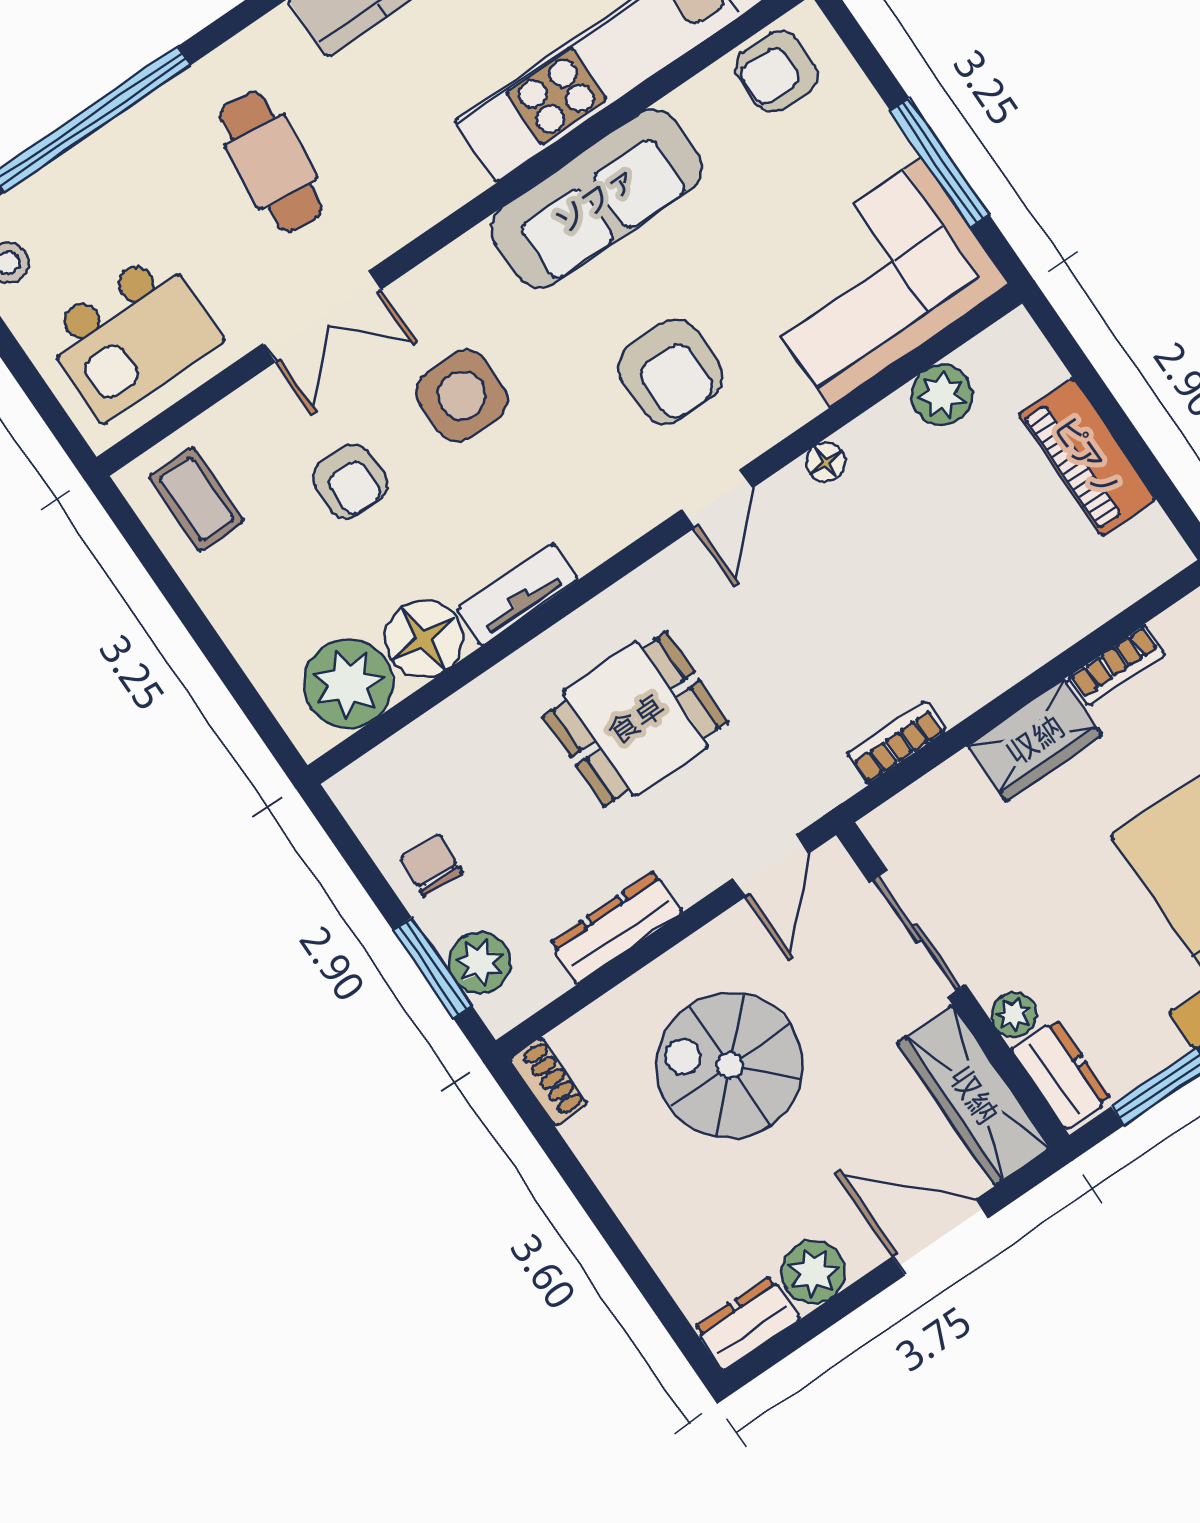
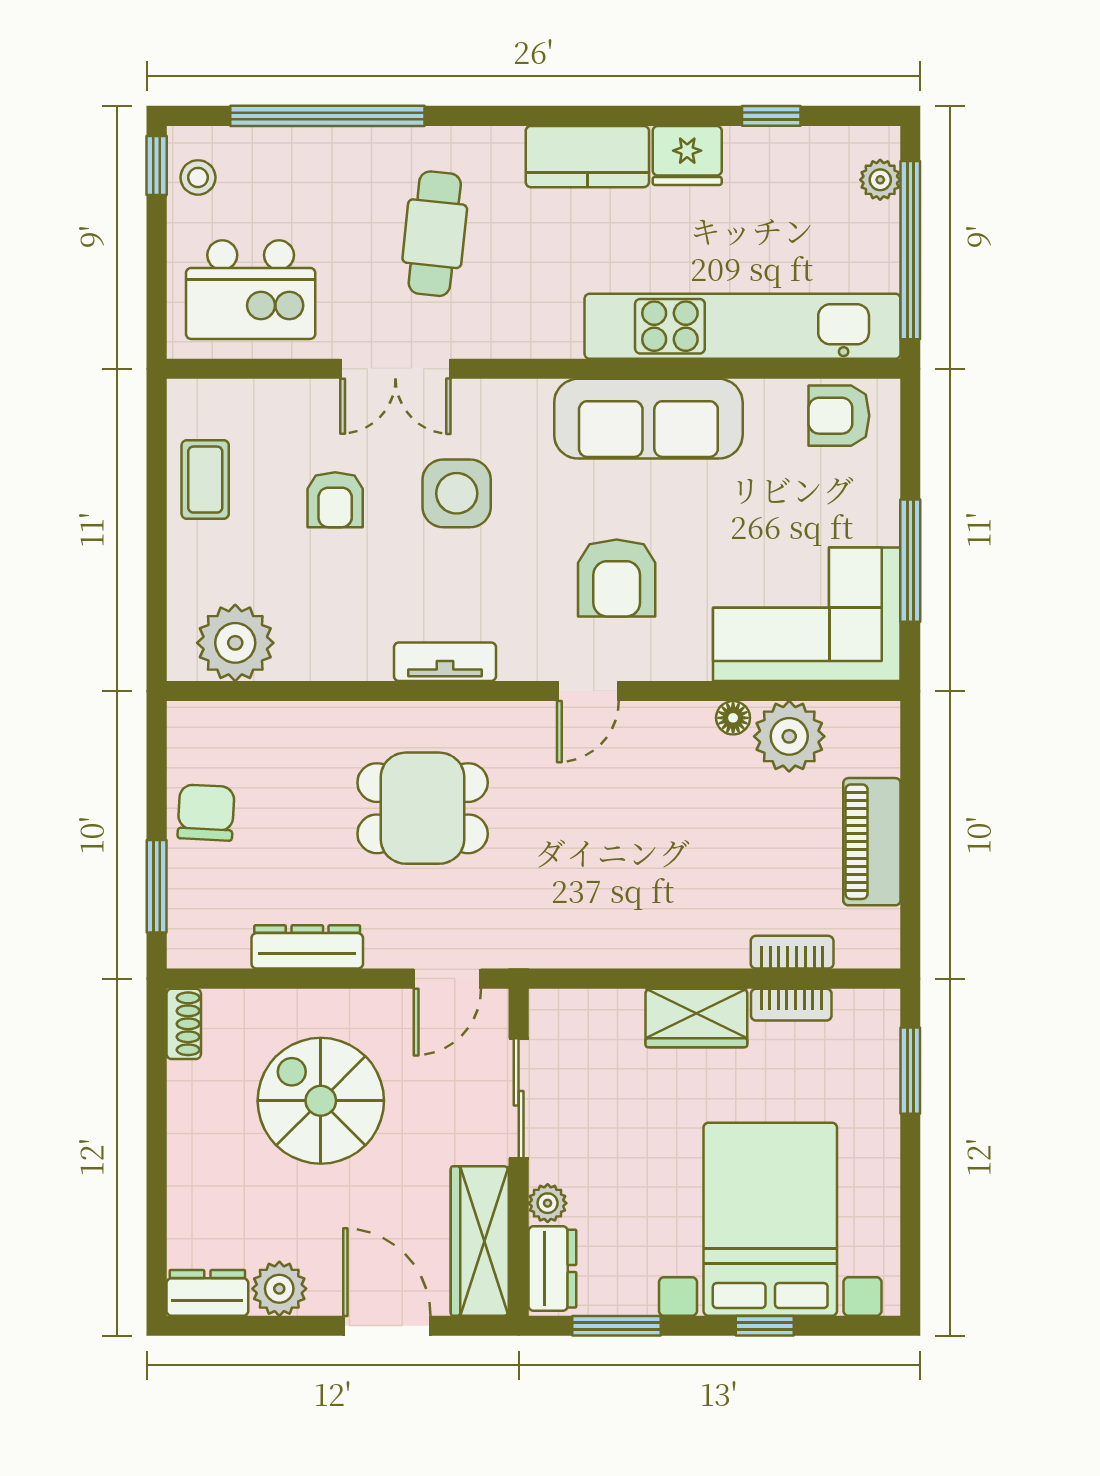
plant: (942, 395) -> (789, 736), width x1.36, depth x1.36
floor lamp: (826, 462) -> (733, 718), moved
coffee table: (197, 499) -> (205, 480), moved
tv unit: (517, 594) -> (445, 662), moved
floor lamp: (424, 639) -> (311, 648), removed
bookcase: (896, 743) -> (792, 952), moved
chair: (431, 865) -> (206, 813), width x1.37, depth x1.37
plant: (480, 963) -> (193, 906), removed

